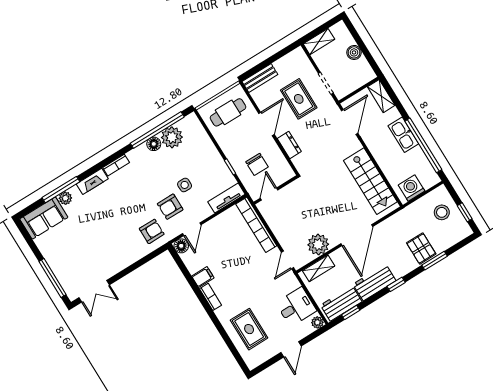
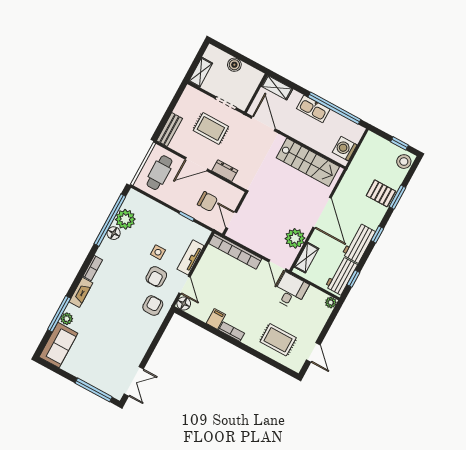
door: (266, 124) -> (196, 164), swing flipped
tv unit: (226, 198) -> (191, 257), moved
stool: (442, 212) -> (404, 162), moved
desk: (296, 307) -> (290, 291), moved
door: (291, 349) -> (313, 352), moved

